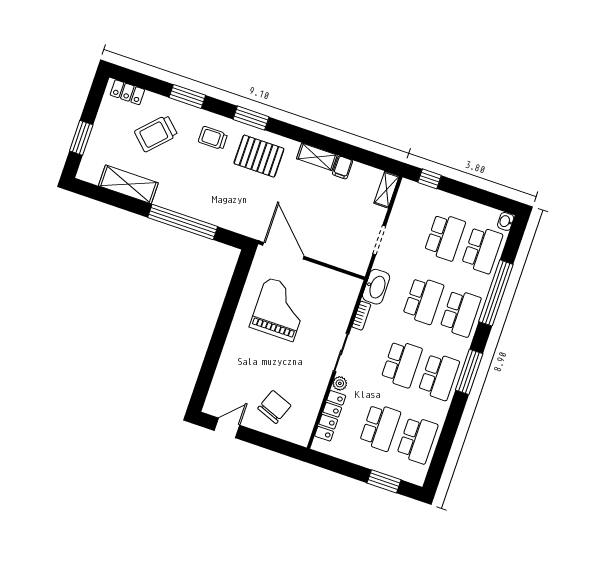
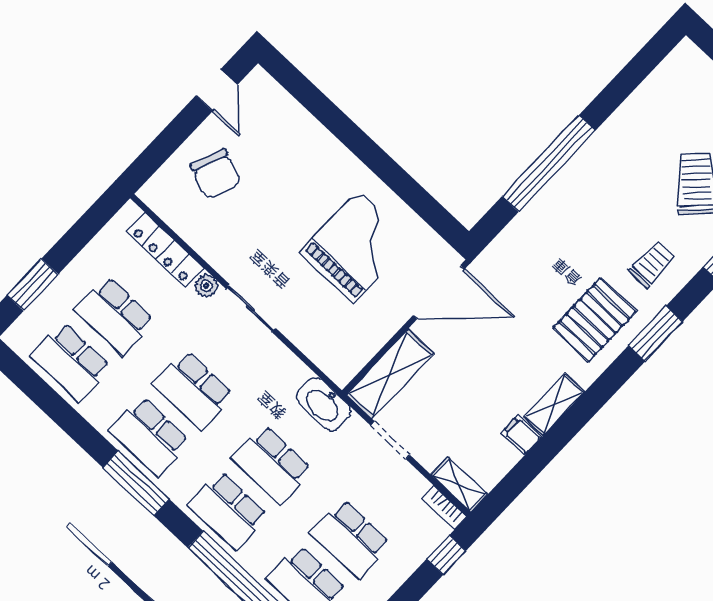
shelving: (128, 184) -> (390, 374), moved
grand piano: (280, 309) -> (355, 247), turned -90
bookcase: (361, 316) -> (444, 508), moved

